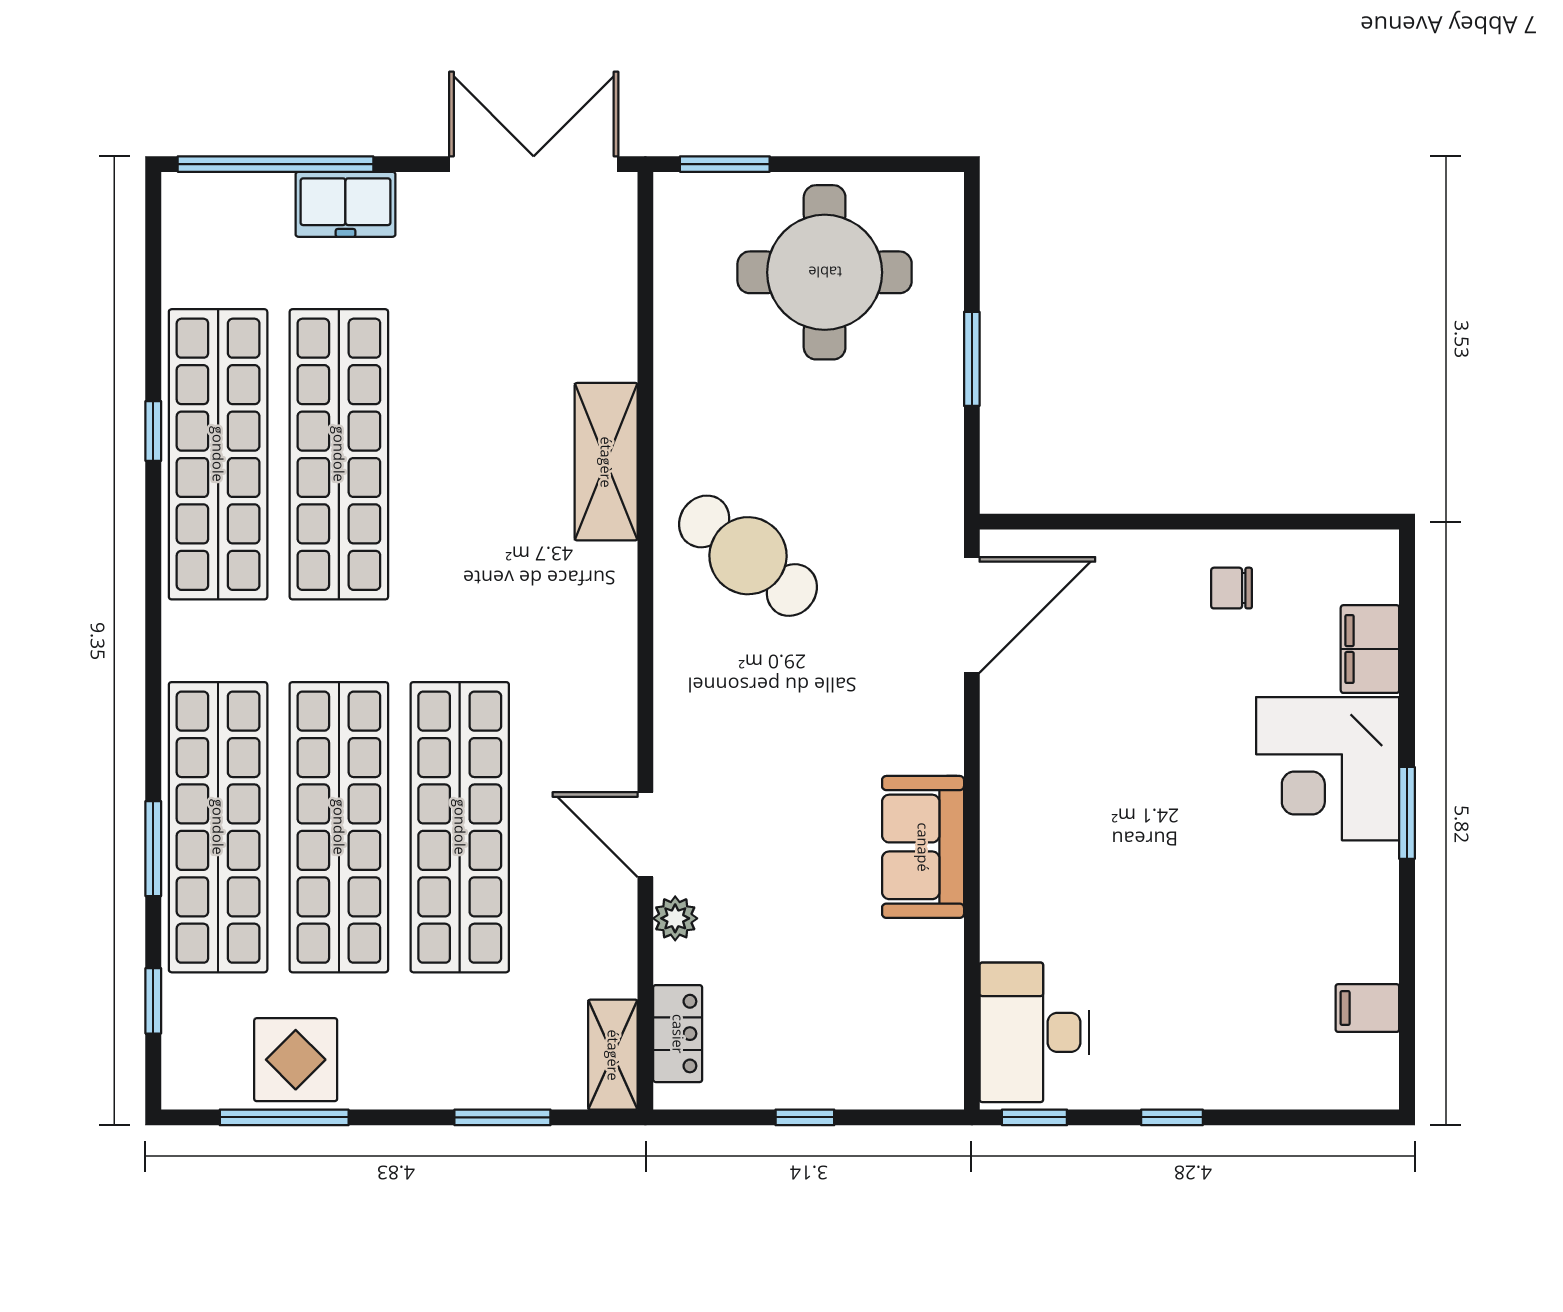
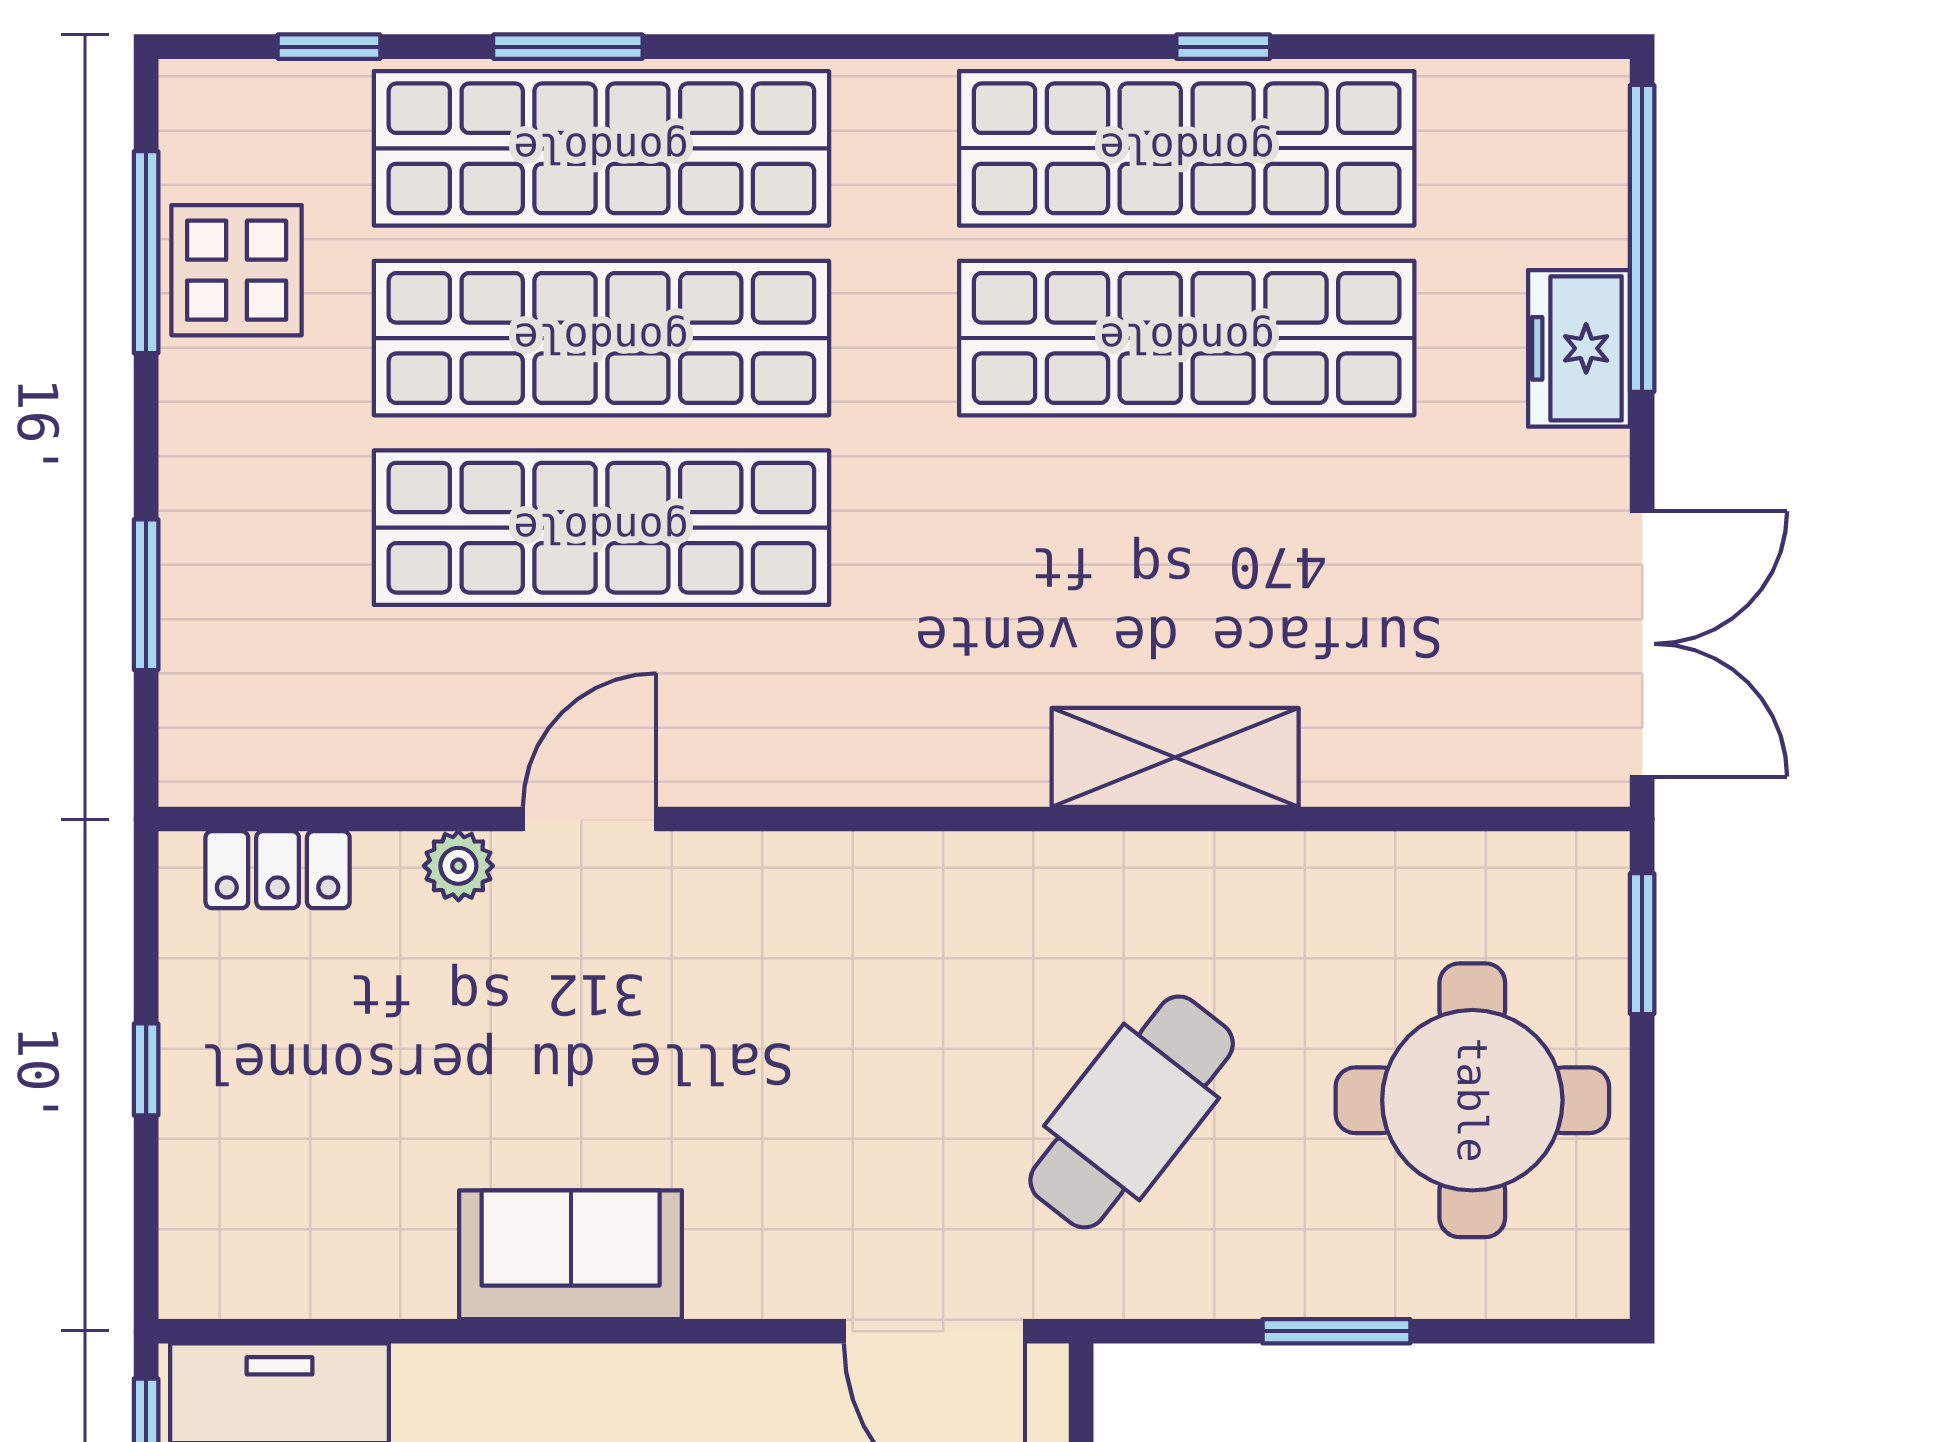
cafe table: (748, 556) -> (1132, 1112), moved
shelving: (613, 1055) -> (245, 768), removed

